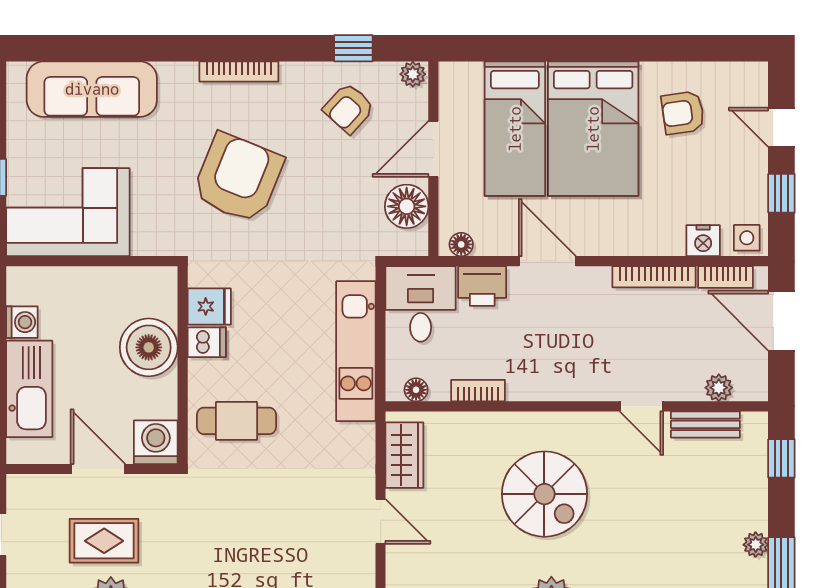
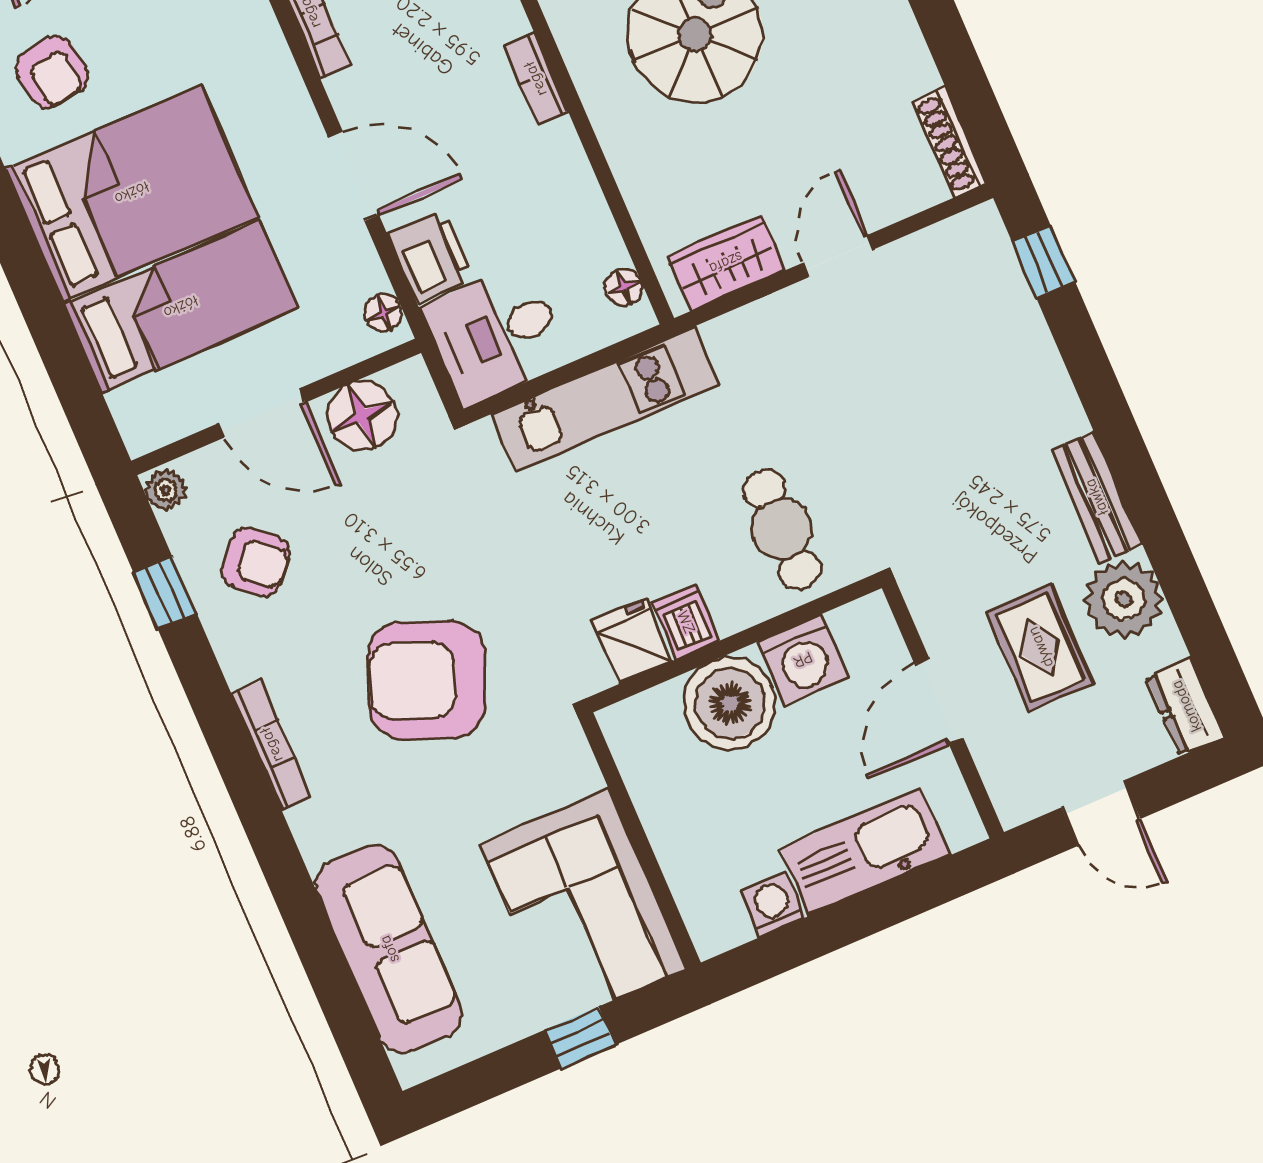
door: (547, 261) -> (354, 176), swing flipped
bookcase: (478, 391) -> (535, 79), moved
washing machine: (156, 442) -> (803, 660), moved, turned -90

